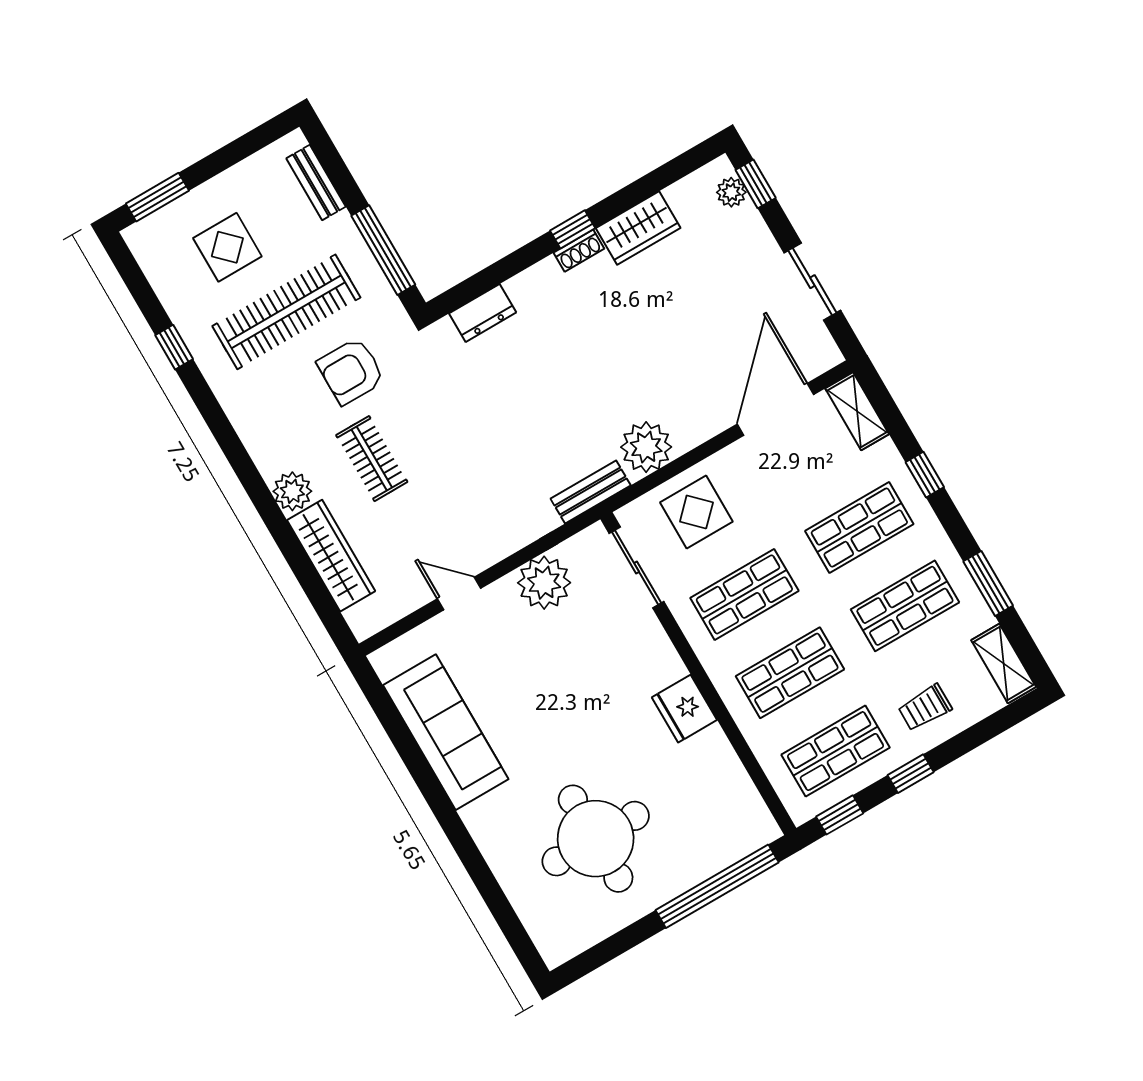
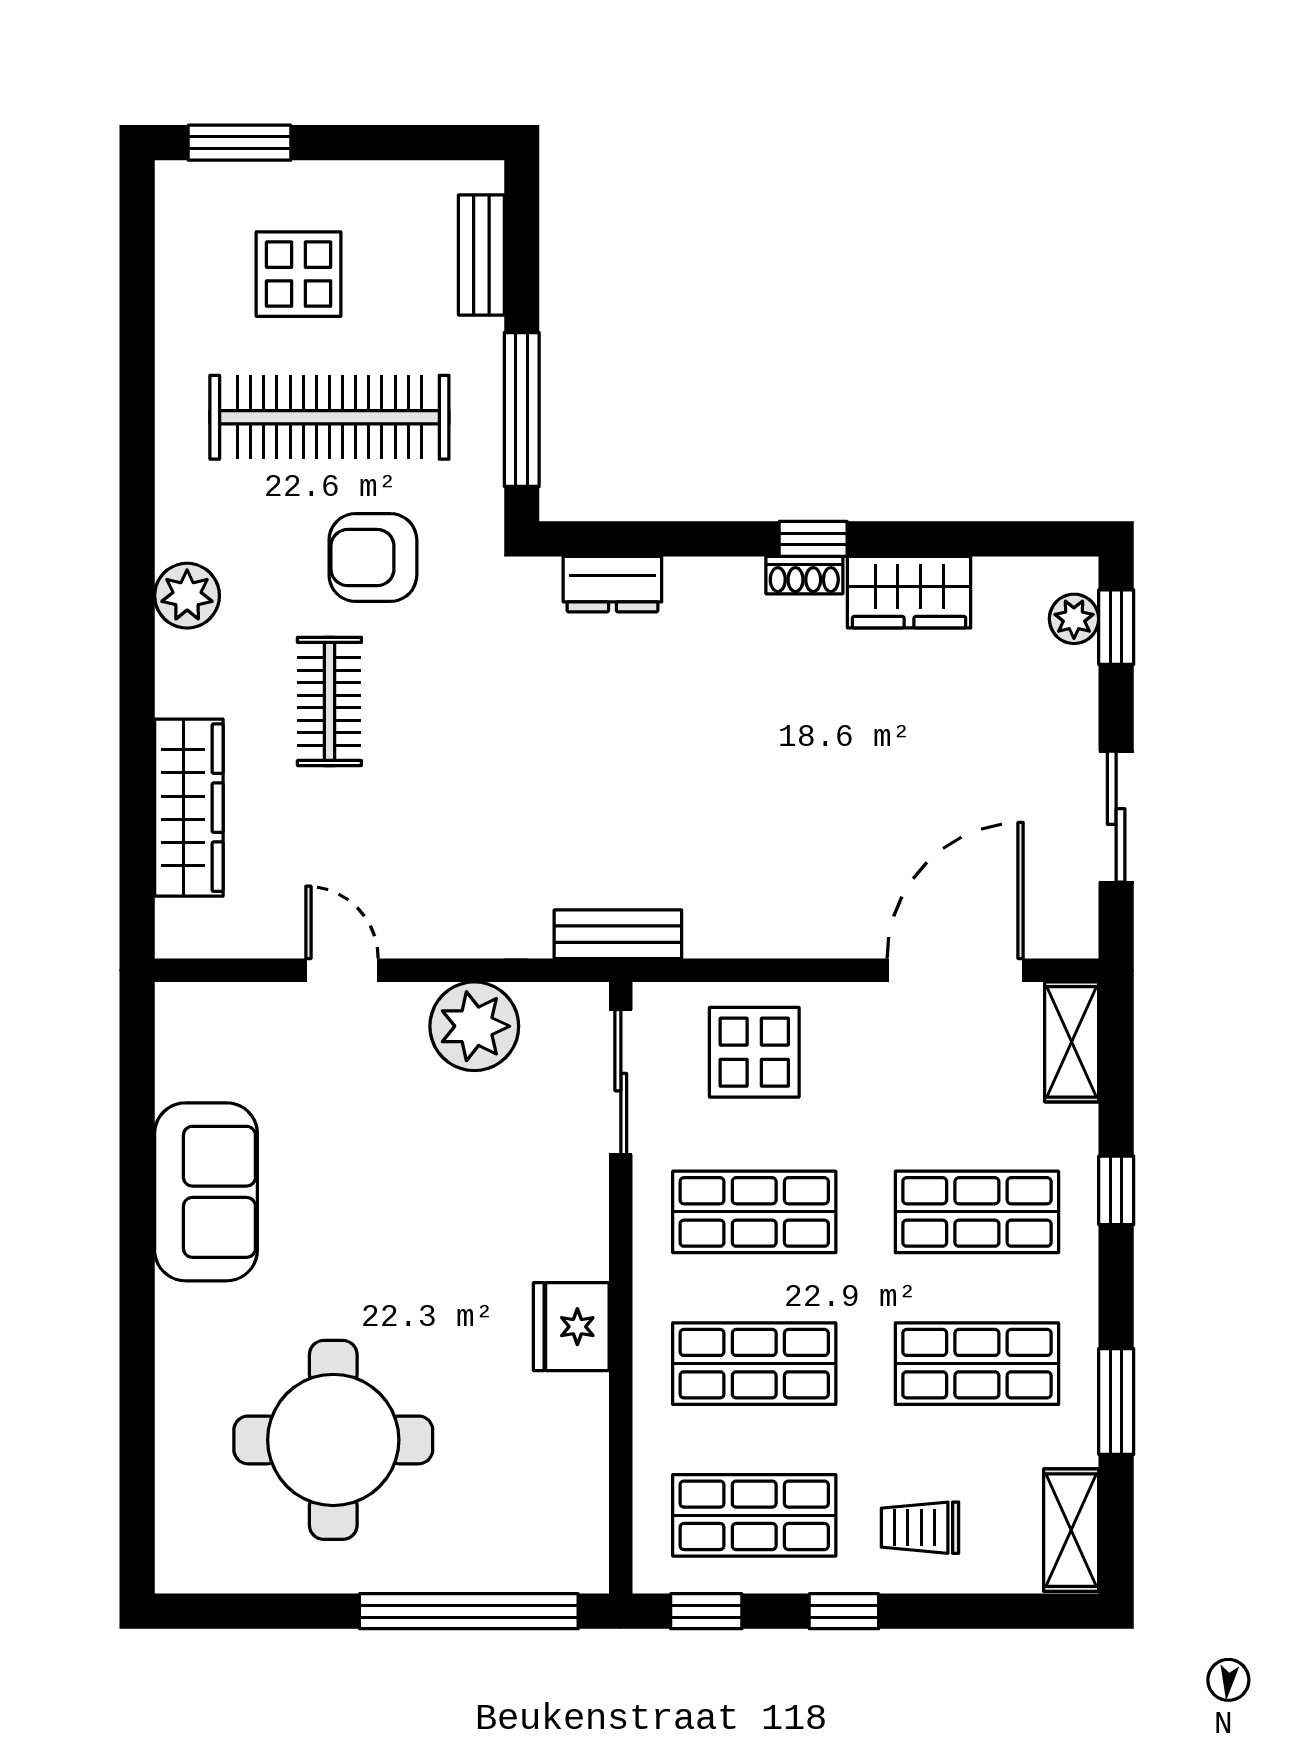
window: (174, 347) -> (137, 374), removed
plant: (646, 447) -> (736, 916), removed
plant: (292, 491) -> (187, 596), moved
sofa: (446, 732) -> (206, 1192), width x0.73

